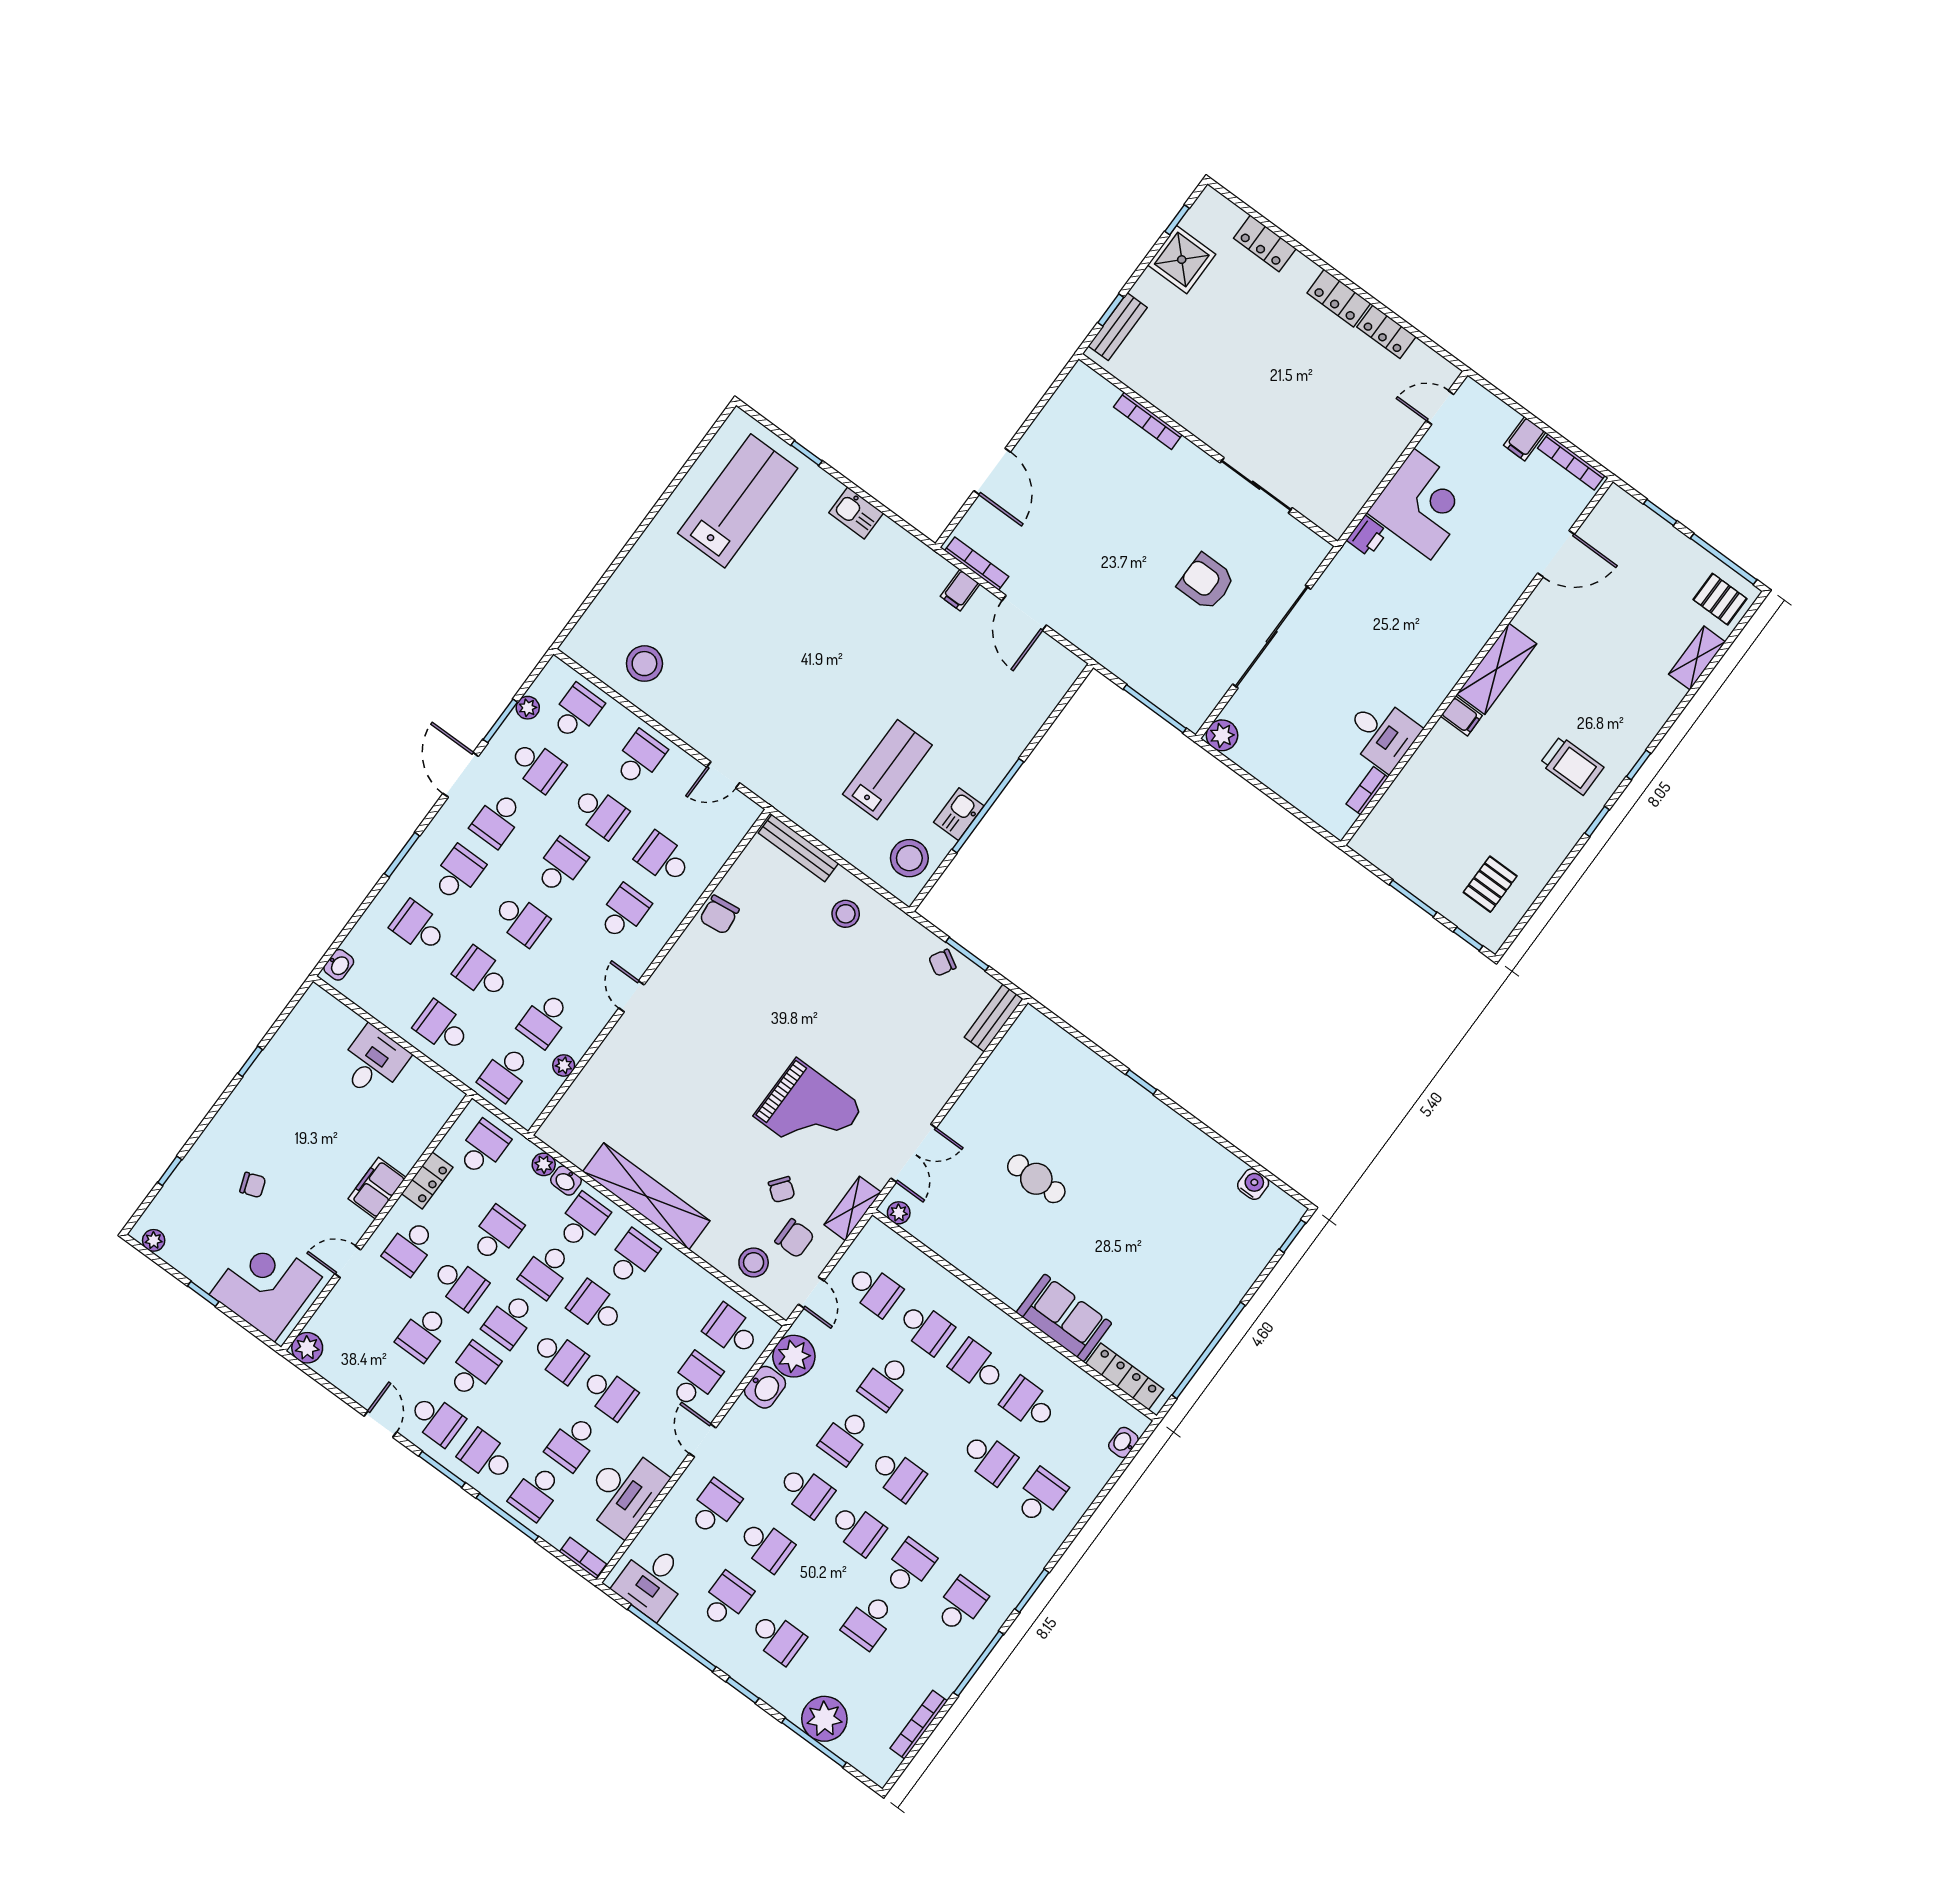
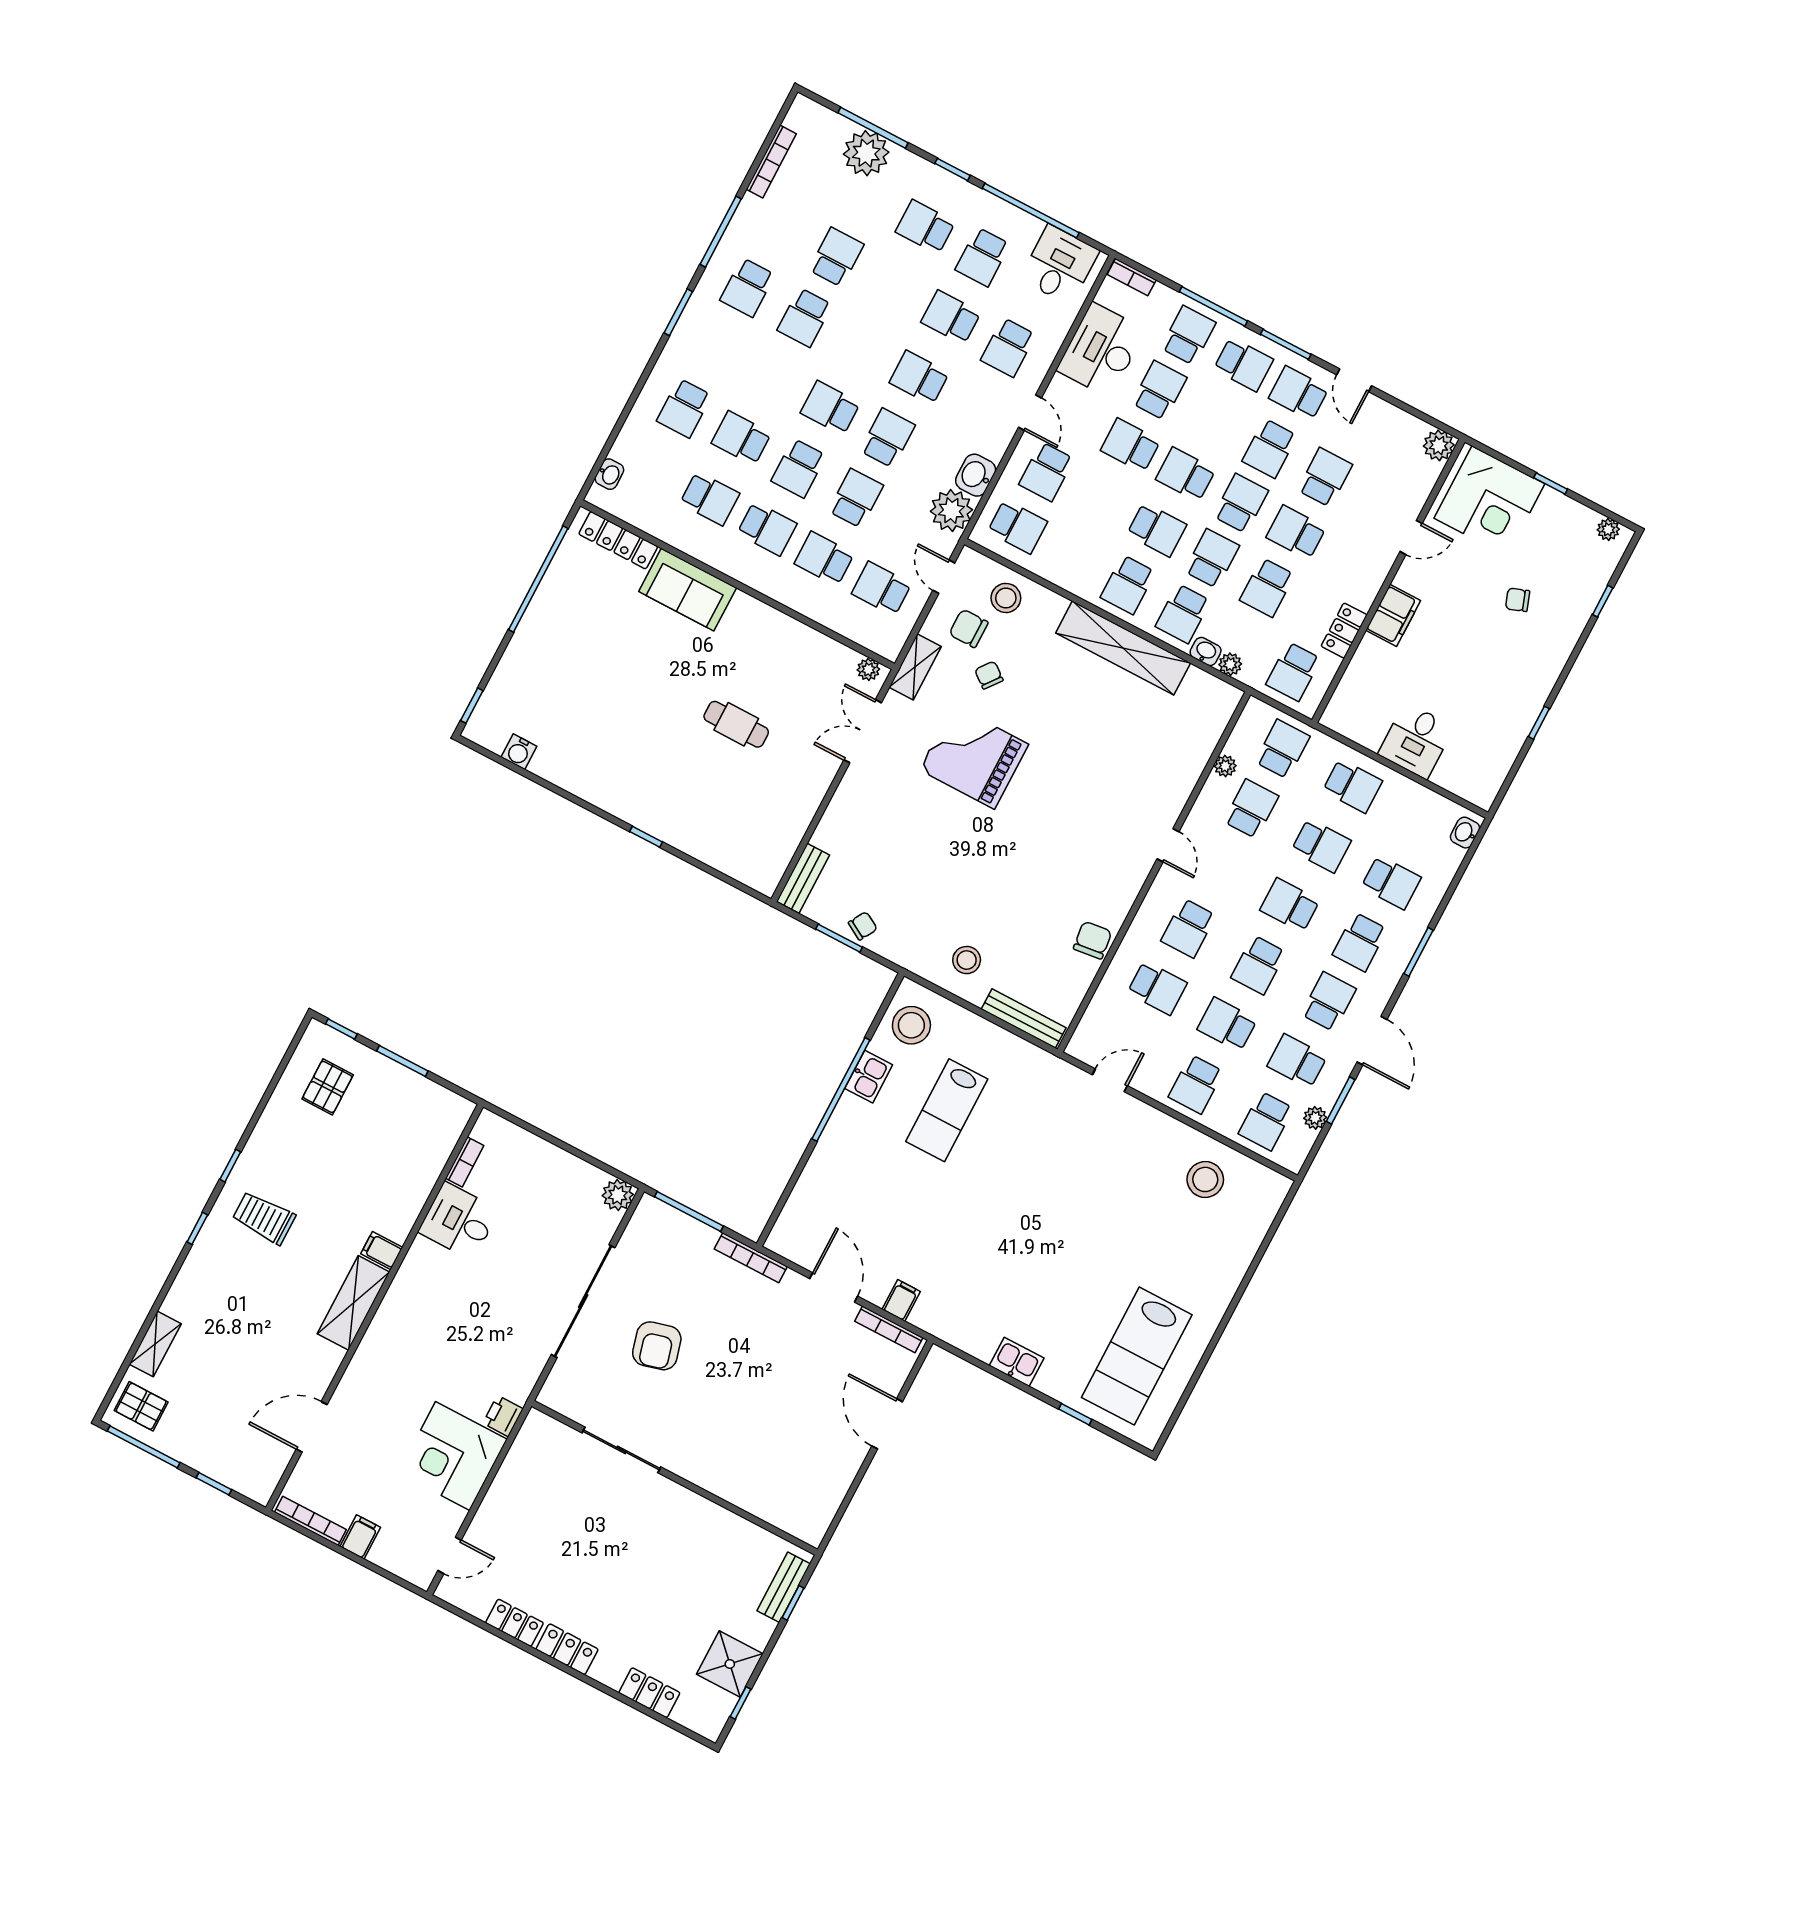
bookcase: (1148, 421) -> (751, 1258), moved, turned 180
armchair: (1206, 582) -> (657, 1346), turned 75
school desk: (410, 1247) -> (1351, 561), removed
school desk: (857, 1529) -> (799, 468), moved, turned -90

